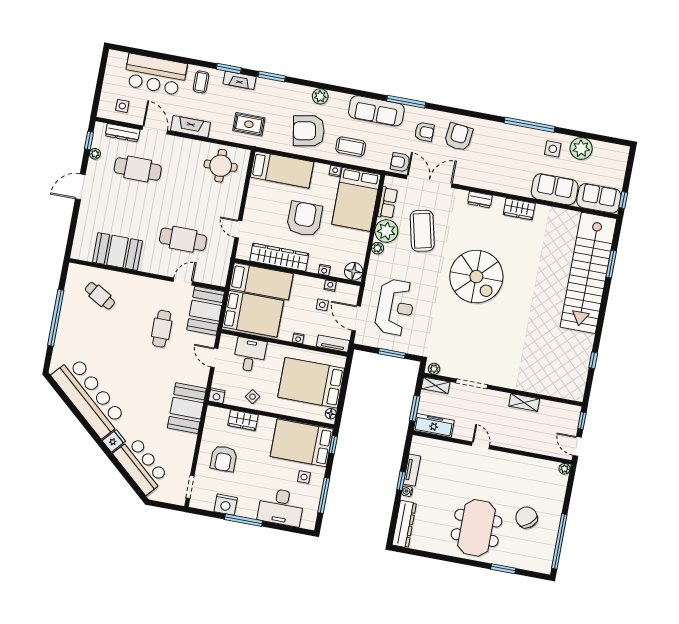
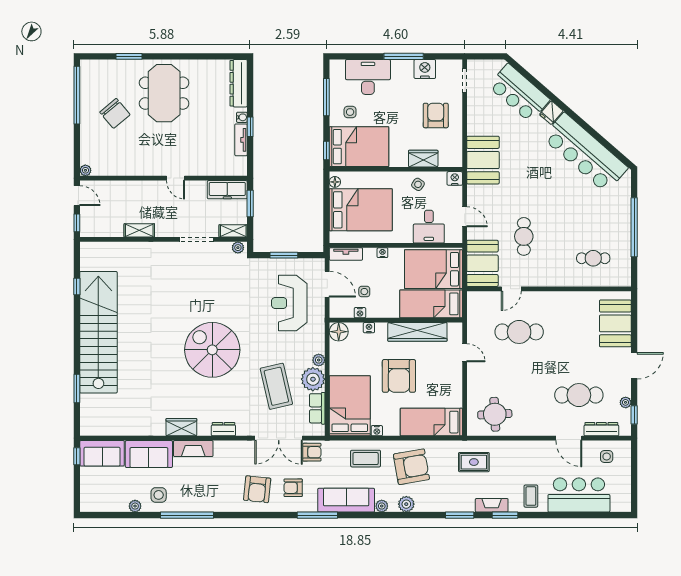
plant: (344, 99) -> (382, 506), added
fireplace: (190, 126) -> (193, 449), moved
plant: (581, 149) -> (135, 506), width x0.53, depth x0.53
booth: (117, 252) -> (615, 323), moved, turned 90
stairs: (588, 273) -> (98, 332), moved
cafe table: (100, 296) -> (593, 258), turned -30

